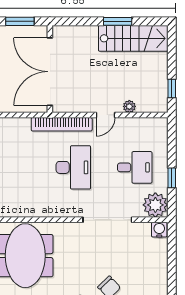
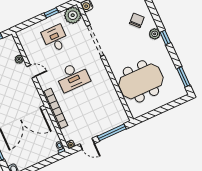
bookcase: (62, 124) -> (55, 109), moved
desk: (73, 167) -> (73, 77), turned 180

